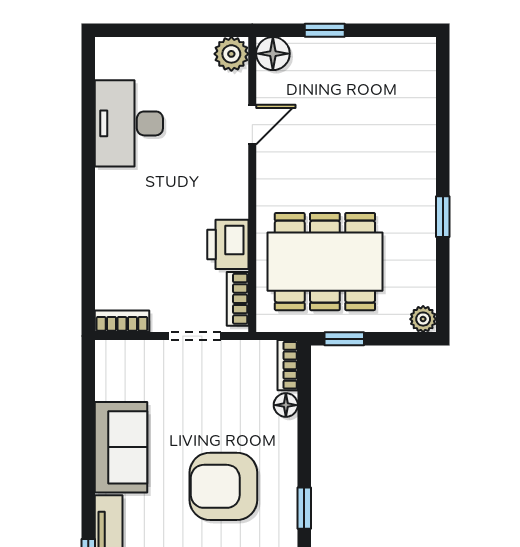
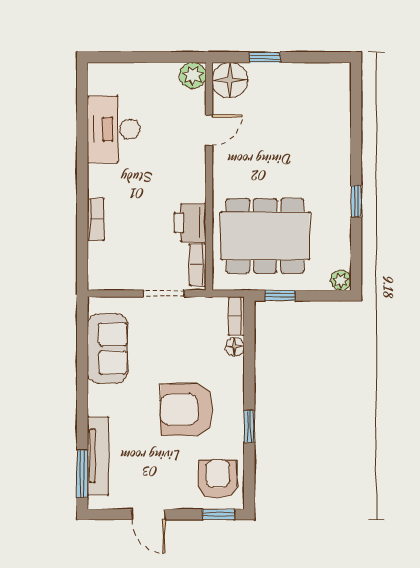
floor lamp: (273, 54) -> (230, 80), width x1.38, depth x1.38
bookcase: (122, 321) -> (96, 219), moved, turned 90
sofa: (121, 447) -> (108, 348), moved

